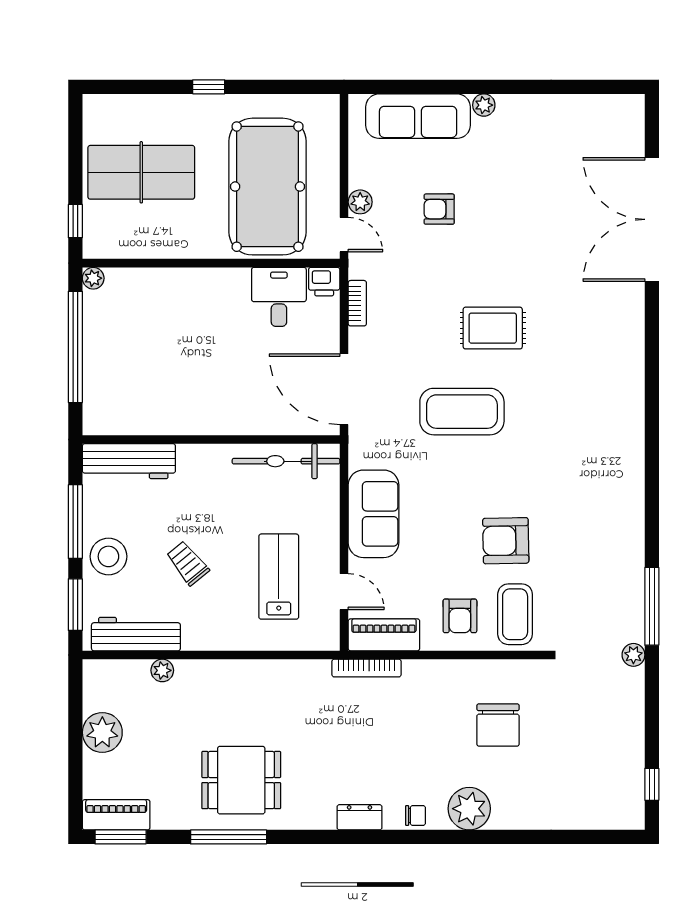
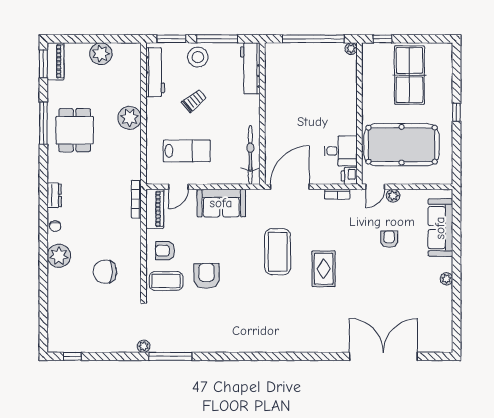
plant: (484, 105) -> (446, 279), moved
plant: (162, 670) -> (130, 118), moved, width x1.87, depth x1.87

